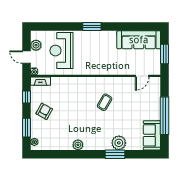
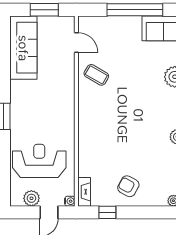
reception desk: (61, 51) -> (39, 161), turned 180
coffee table: (105, 102) -> (96, 75), moved
window: (26, 128) -> (152, 212), removed

